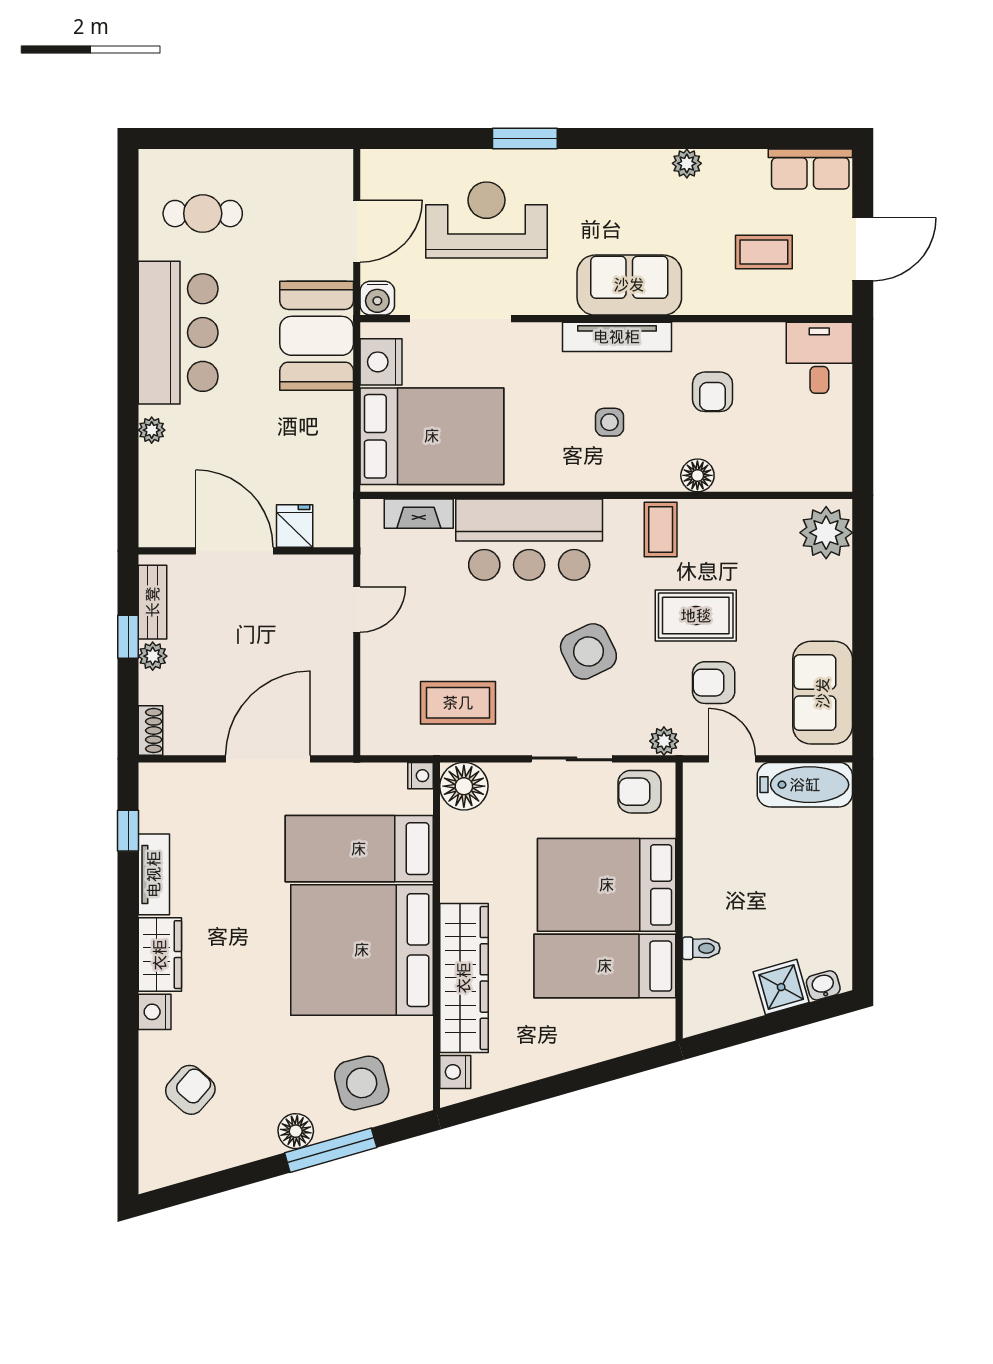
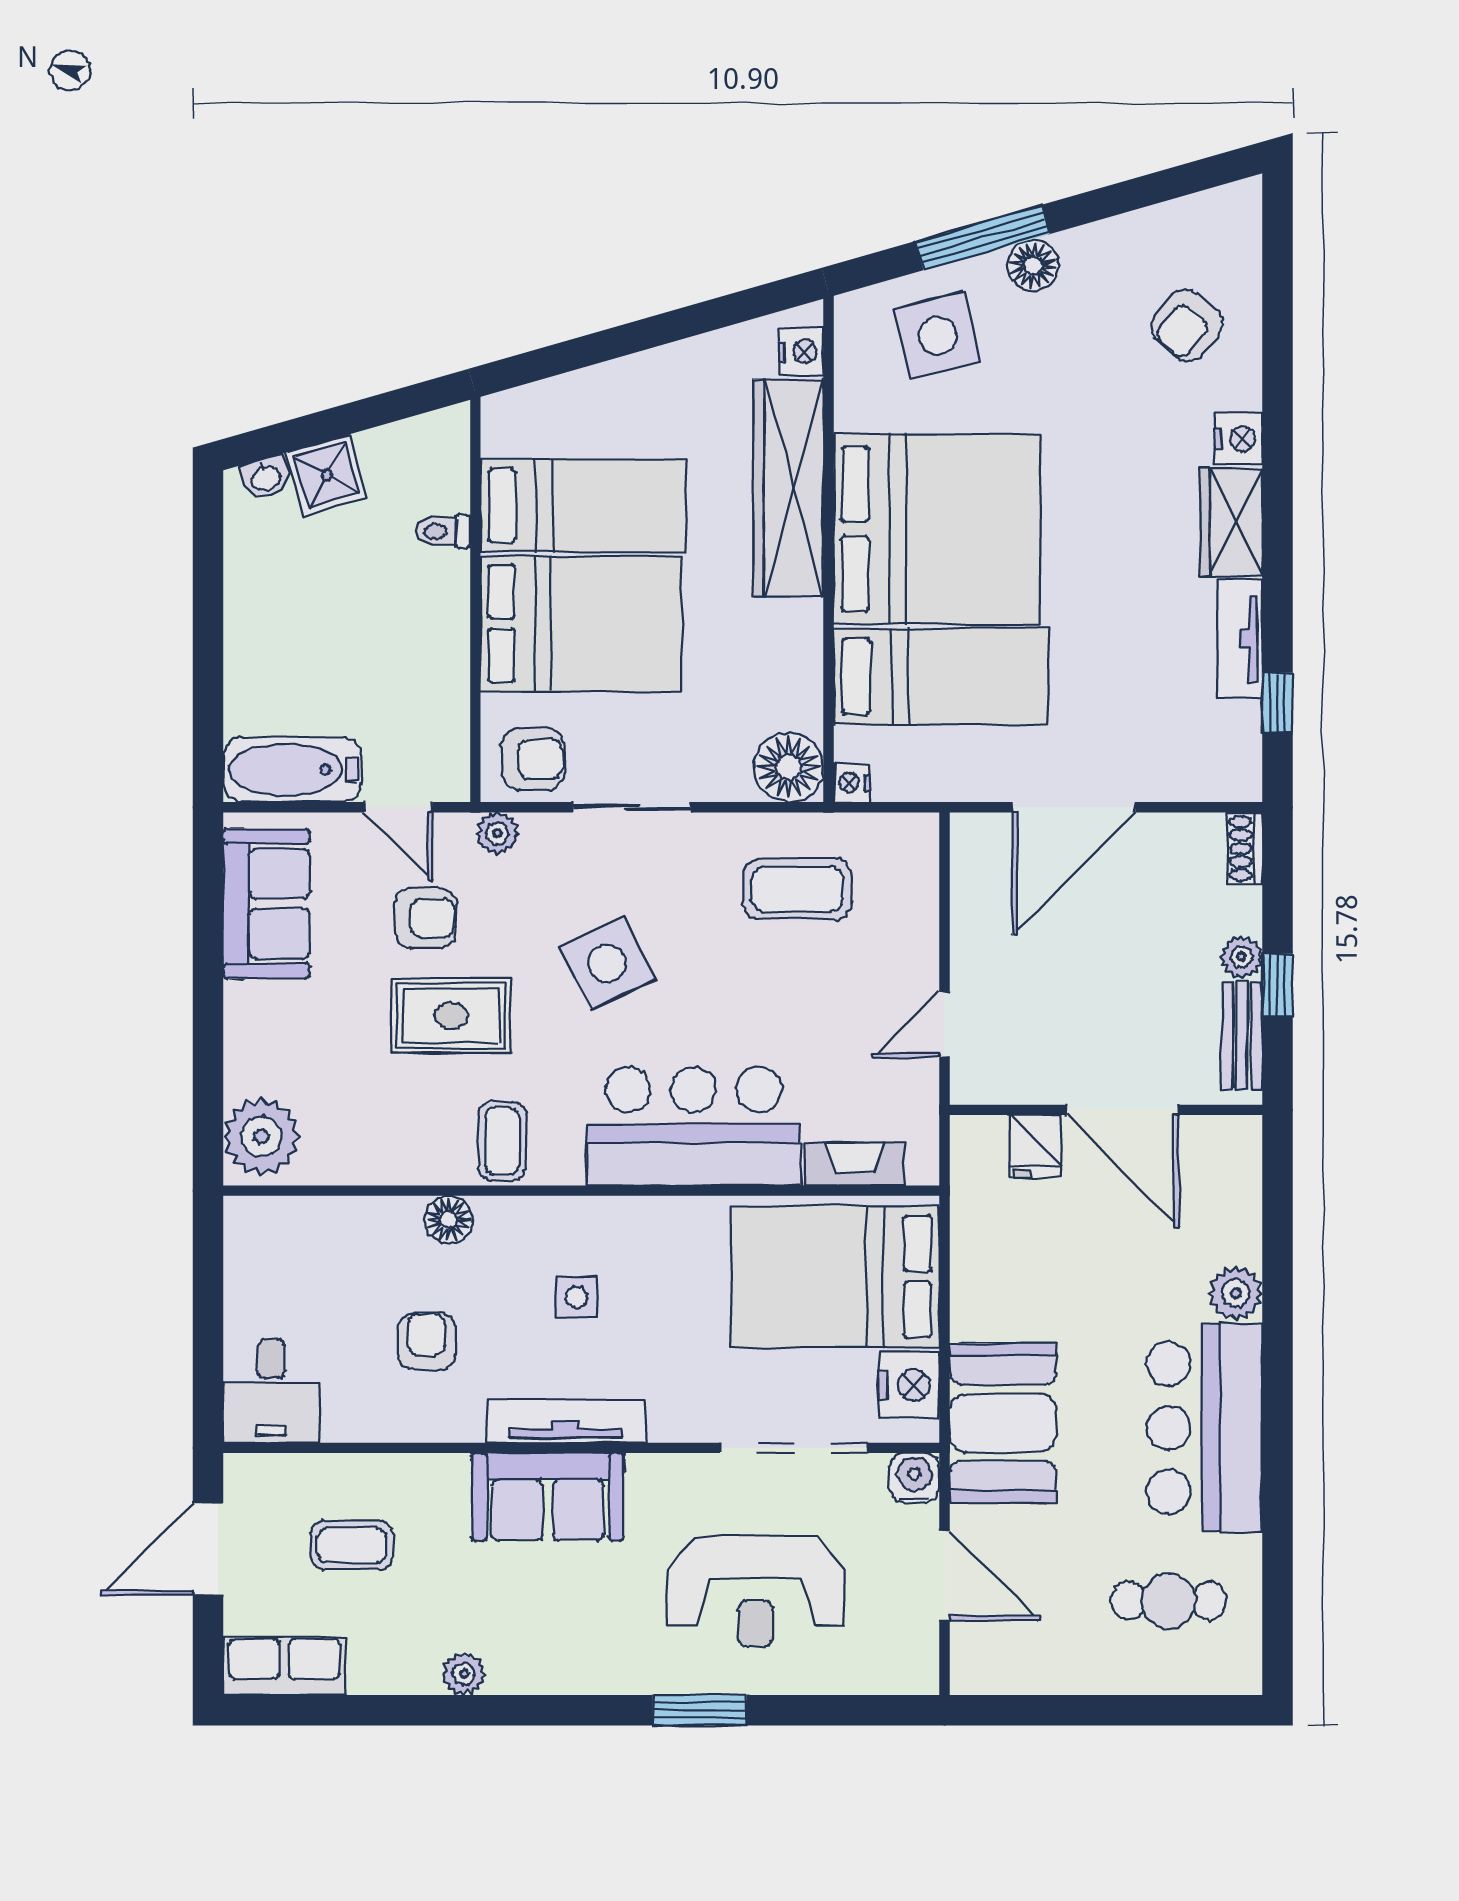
door: (357, 231) -> (945, 1575), swing flipped
plant: (152, 430) -> (1236, 1293), width x1.38, depth x1.38

